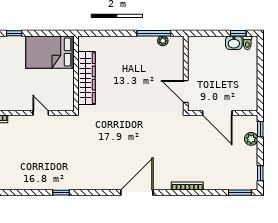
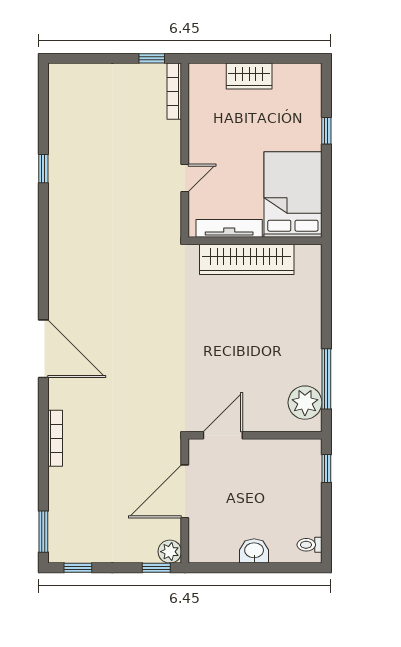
window: (238, 33) -> (326, 468), moved
plant: (163, 41) -> (305, 403), width x1.87, depth x1.87
washbasin: (234, 43) -> (254, 551), moved, turned 90
tv unit: (69, 88) -> (229, 228), added
plant: (251, 139) -> (170, 552), moved
window: (61, 193) -> (43, 169), moved

